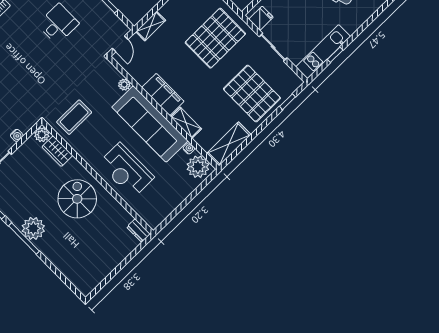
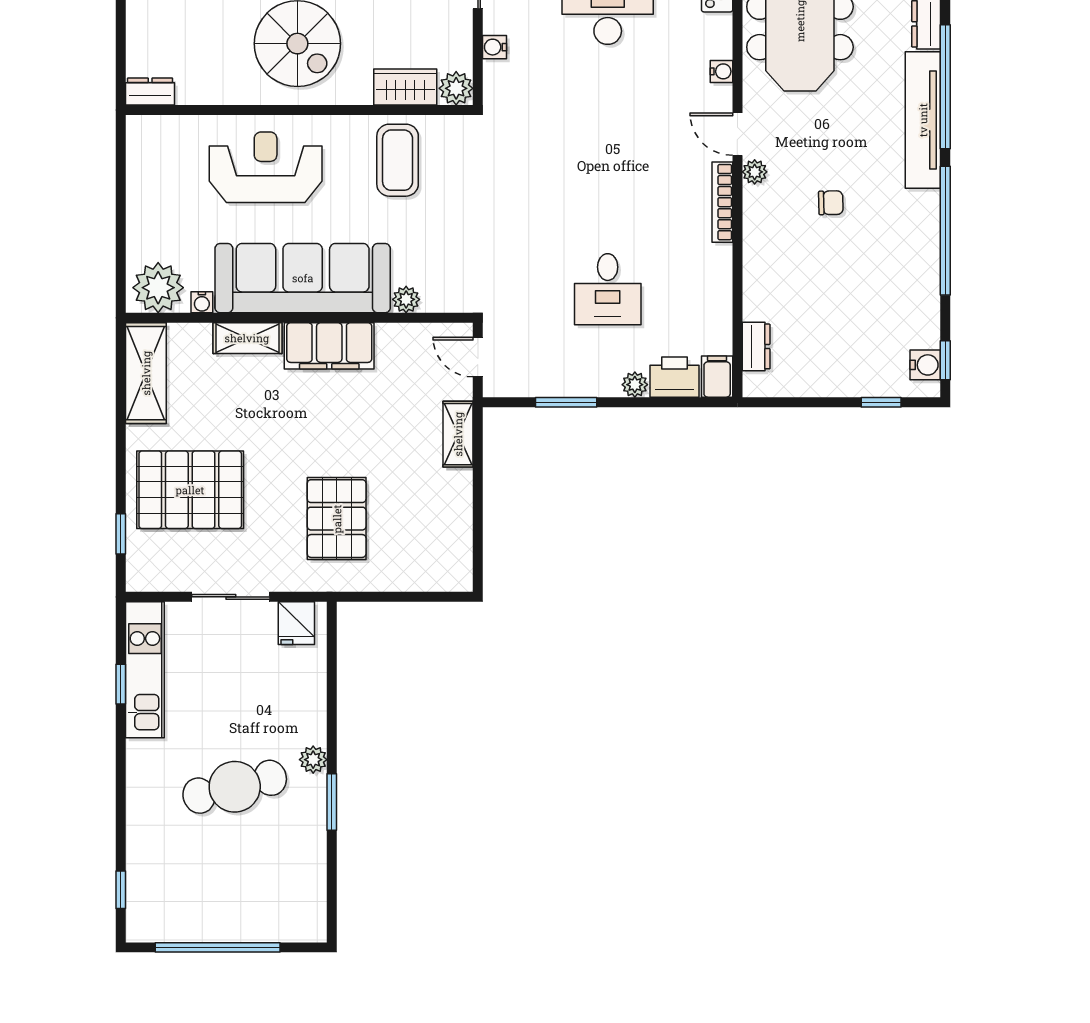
pallet: (215, 38) -> (337, 519), width x0.73, depth x0.71
coffee table: (74, 117) -> (398, 160), moved

